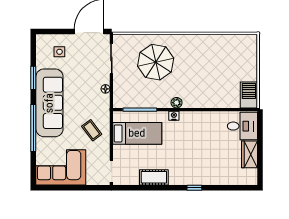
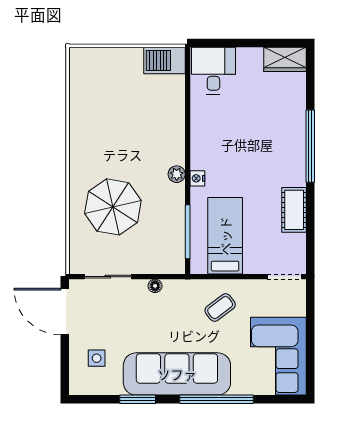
wardrobe: (250, 154) -> (285, 59), moved
window: (194, 188) -> (310, 146), width x3.17

